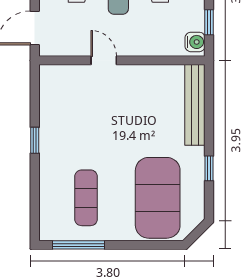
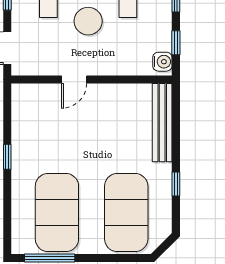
door: (104, 60) -> (74, 80), swing flipped
exercise mat: (86, 198) -> (57, 213), width x2.00, depth x1.45

